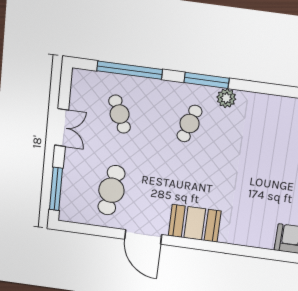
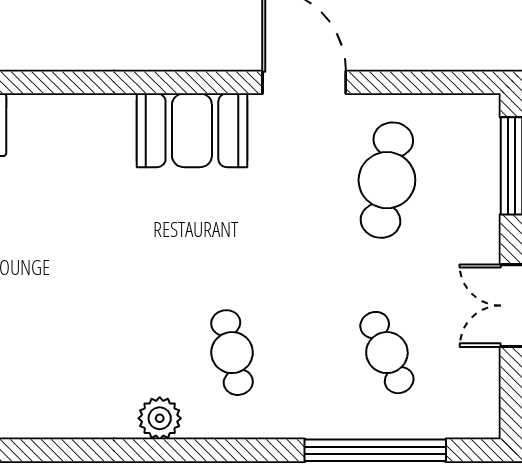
window: (207, 80) -> (207, 450), removed
cafe table: (190, 124) -> (232, 353), turned -30

